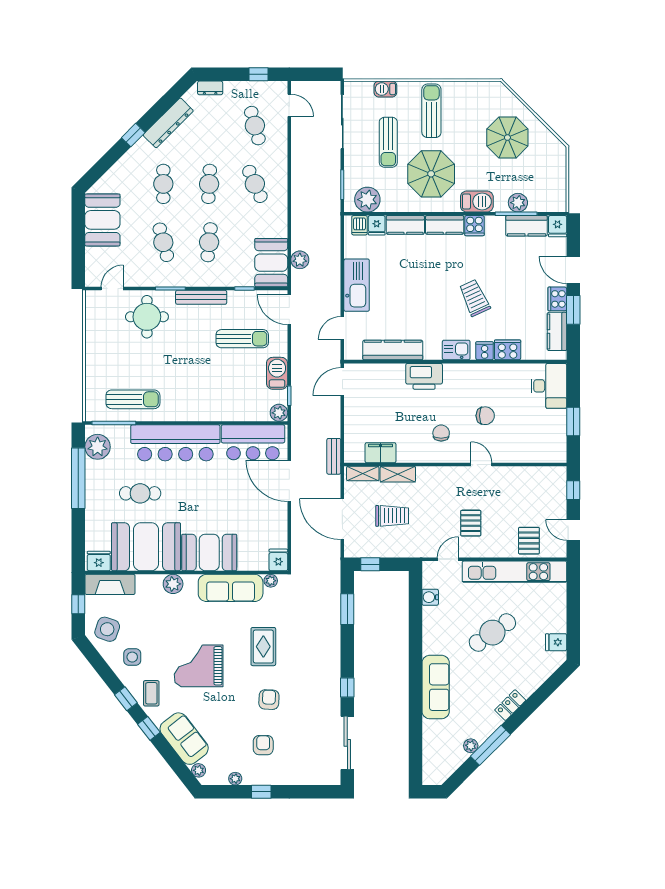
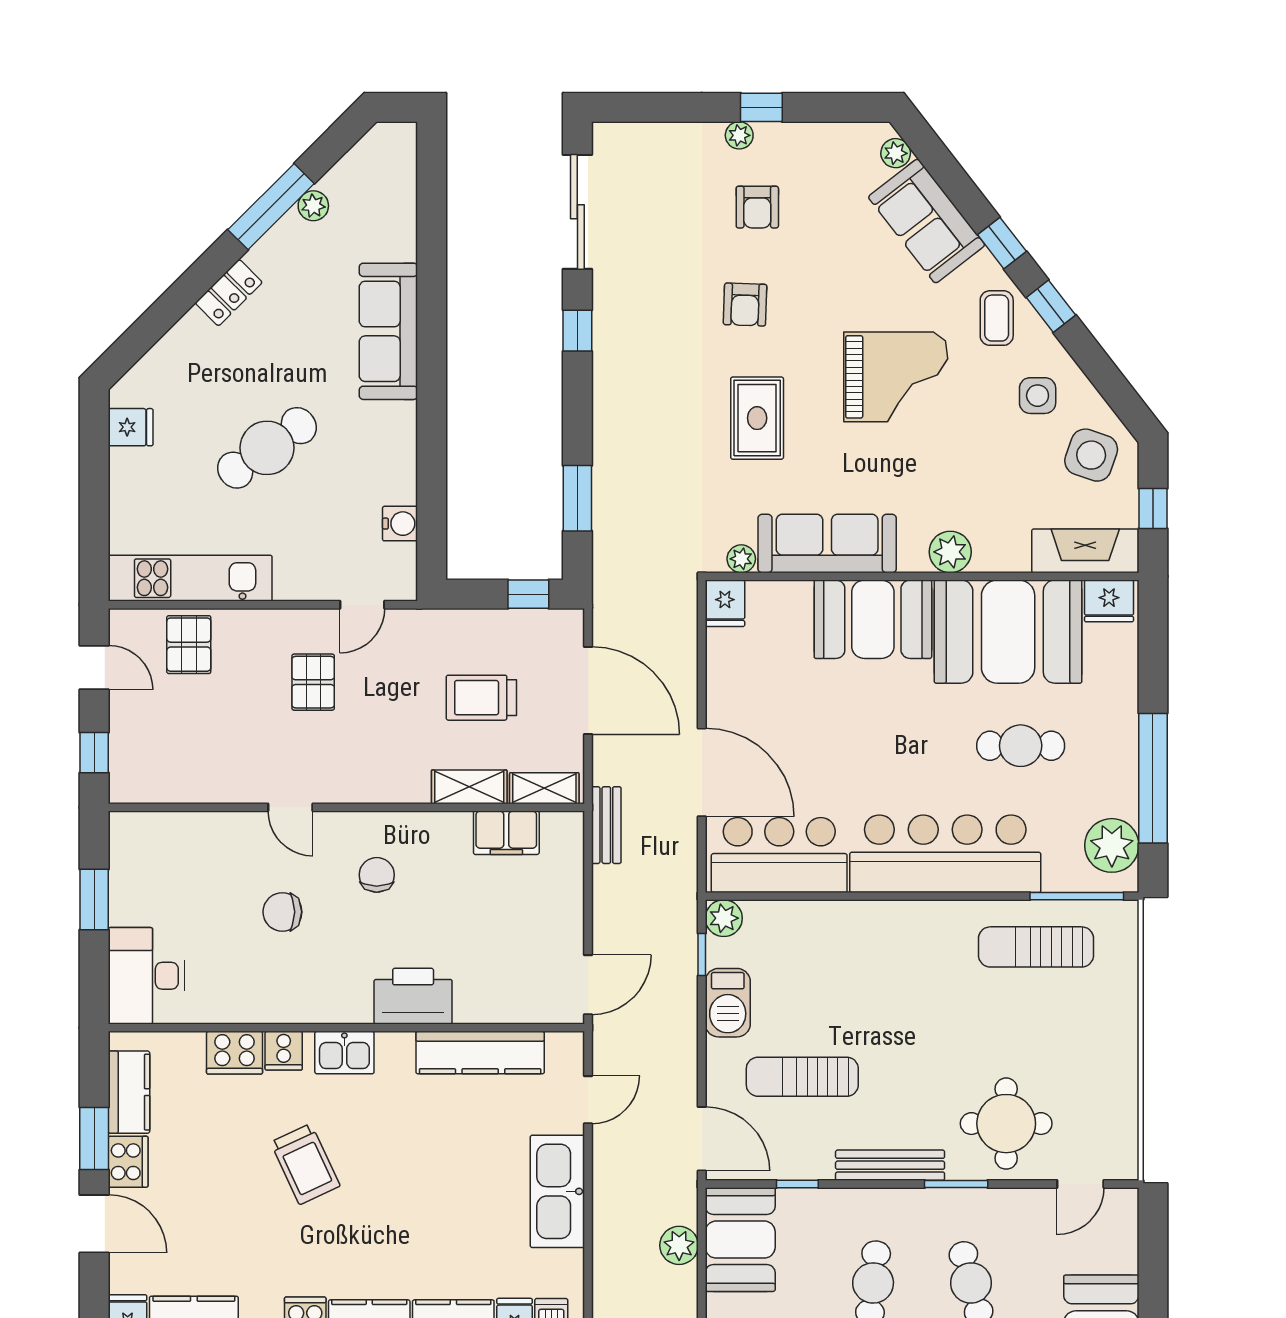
chair: (441, 433) -> (377, 875), turned 180
kitchen unit: (514, 572) -> (190, 578), width x0.73
plant: (235, 779) -> (739, 135), moved

